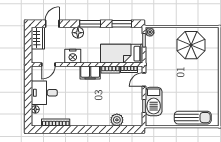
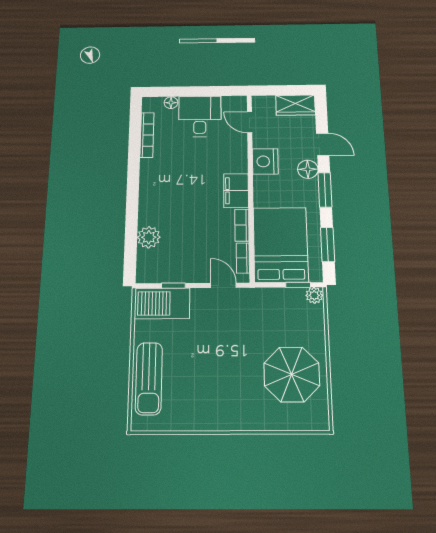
door: (52, 24) -> (323, 144), moved
bed: (122, 54) -> (280, 245), width x1.50
barbecue: (154, 101) -> (162, 303), moved

